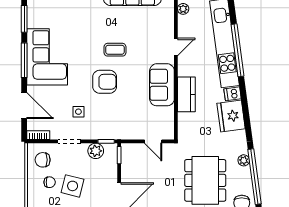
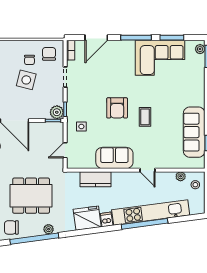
corner sofa: (47, 57) -> (160, 58), moved
kitchen counter: (186, 94) -> (96, 179), moved
side table: (78, 112) -> (81, 127), moved
plant: (96, 151) -> (57, 112), moved

